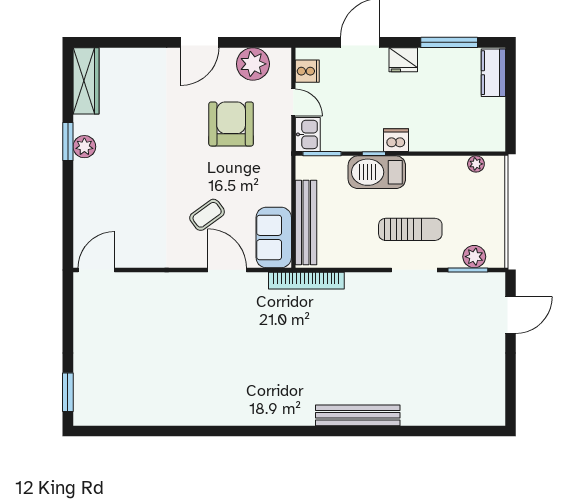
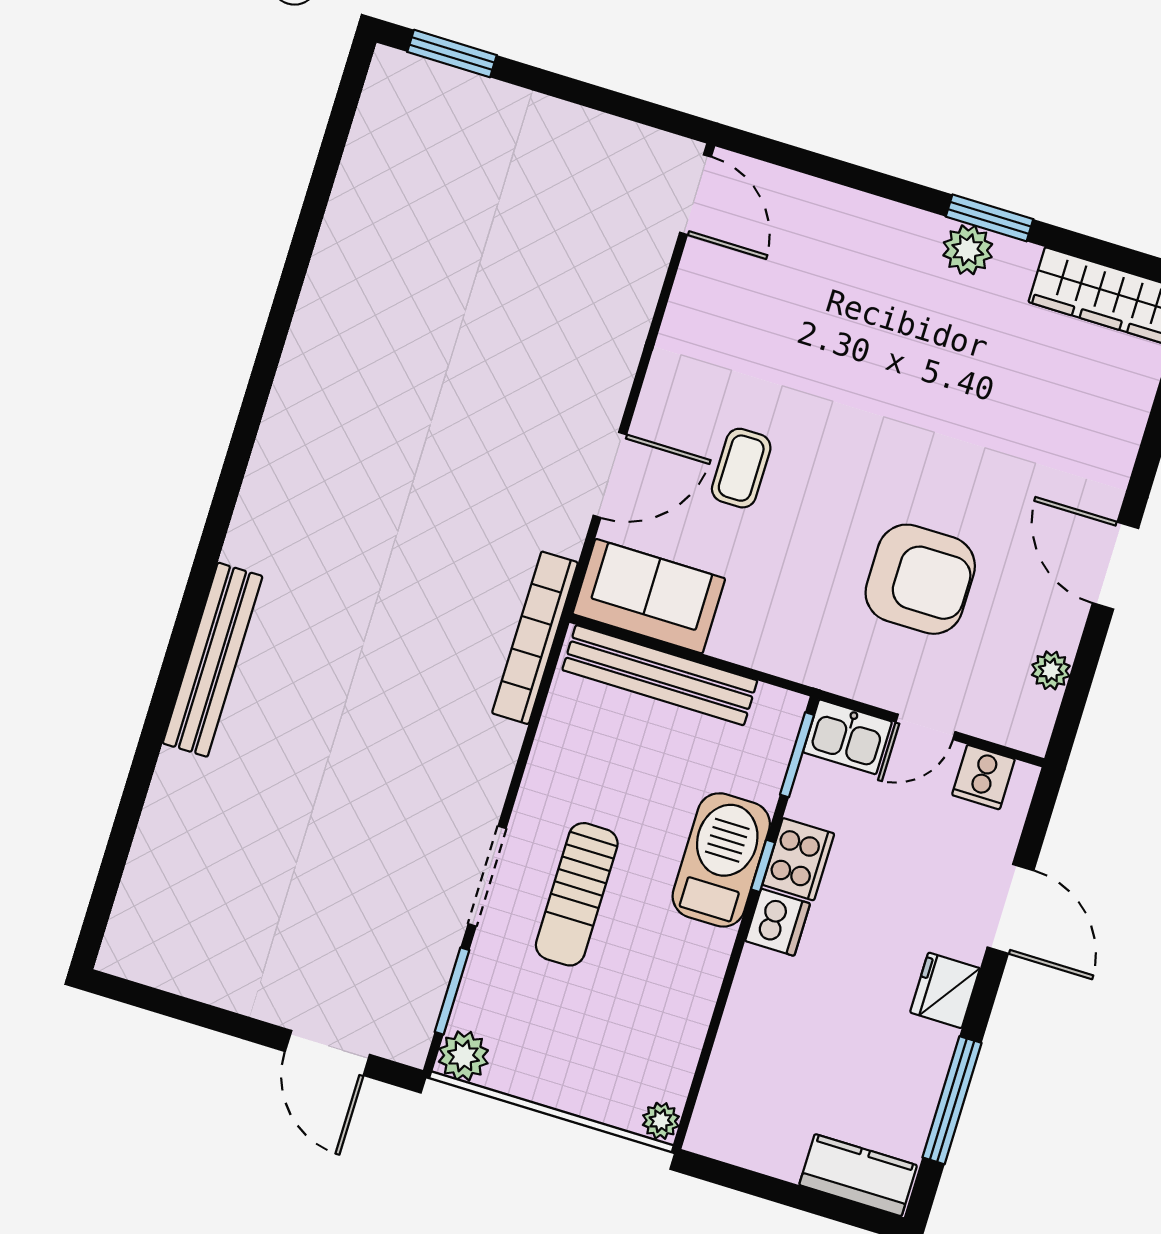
plant: (253, 64) -> (1051, 670), width x0.53, depth x0.53
cooker: (366, 139) -> (798, 859), added
plant: (476, 164) -> (661, 1121), moved
coffee table: (207, 215) -> (741, 468), turned 36
plant: (474, 257) -> (463, 1056), moved

